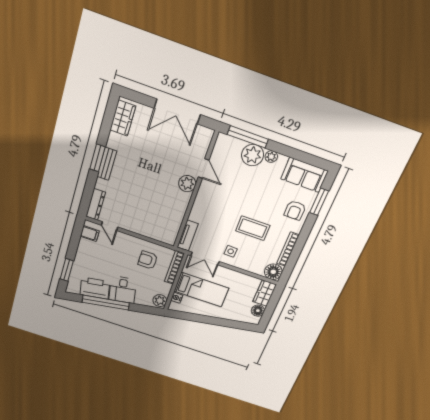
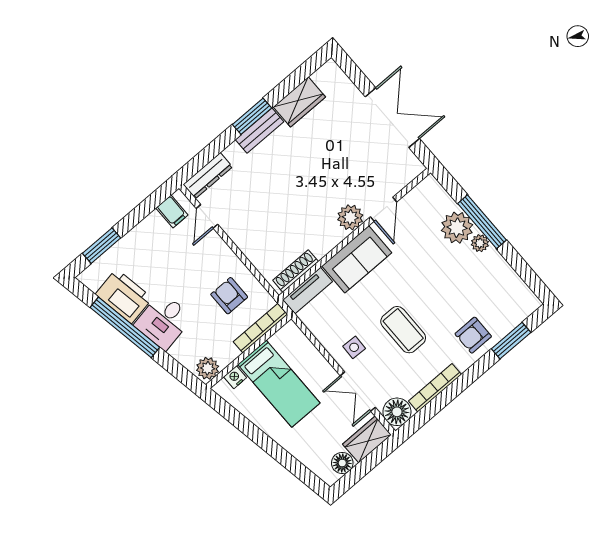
double door: (177, 111) -> (392, 118), swing flipped
wardrobe: (123, 118) -> (299, 102), moved
window: (248, 137) -> (482, 222), moved
sofa: (304, 175) -> (357, 259), moved, turned -90
shoe rack: (175, 229) -> (296, 271), added
double door: (205, 259) -> (358, 392), moved

